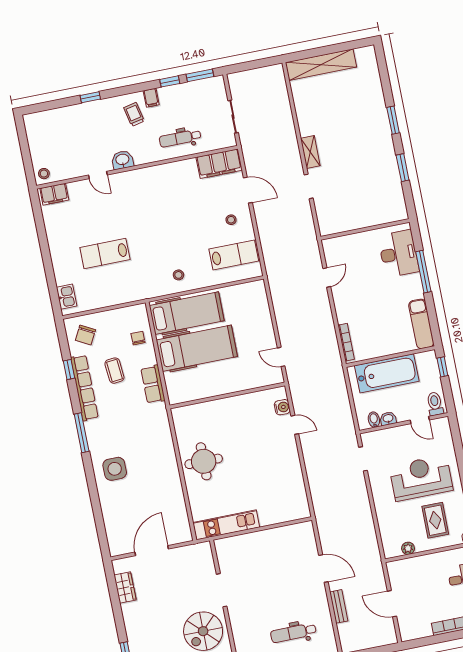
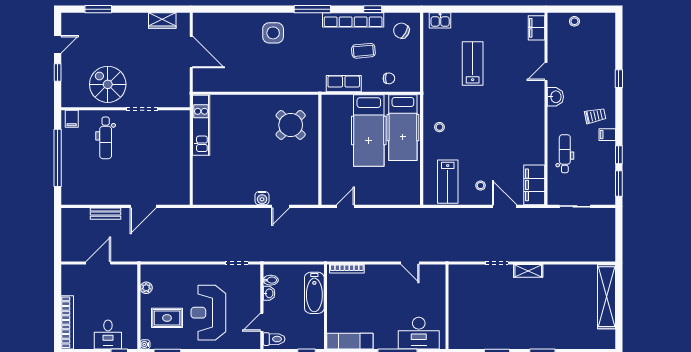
stool: (44, 174) -> (574, 21), moved
door: (248, 190) -> (505, 206), swing flipped
bathtub: (387, 373) -> (314, 293), width x0.73, depth x0.73
water cooler: (282, 407) -> (262, 198), moved
round table: (204, 461) -> (291, 125), moved, turned 45
reception desk: (421, 478) -> (208, 313), turned 180
dental chair: (293, 633) -> (106, 138), moved, turned 180

